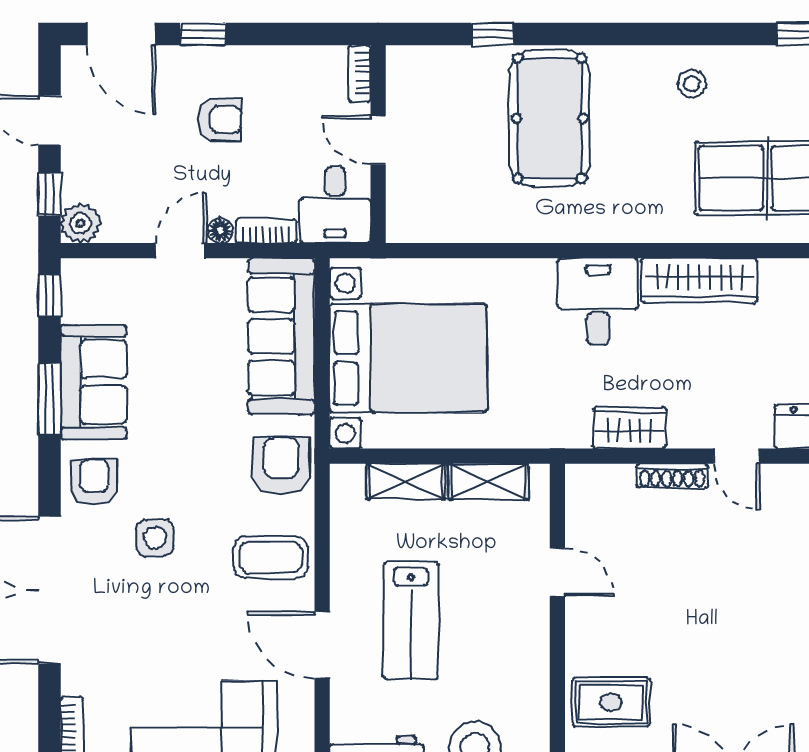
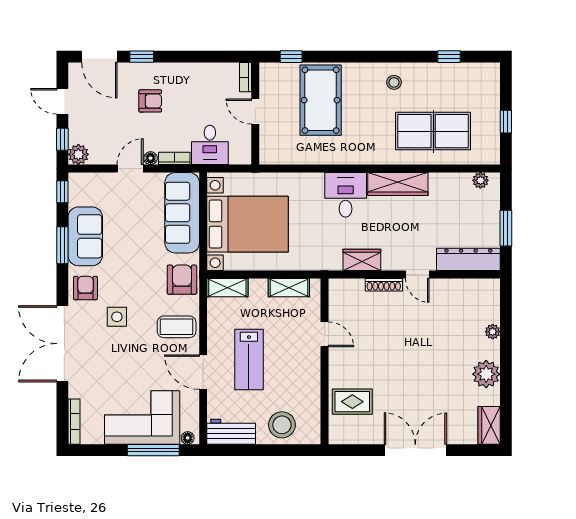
bookcase: (359, 74) -> (245, 77), moved
door: (378, 140) -> (255, 112), moved
wall: (378, 144) -> (255, 114), moved
shelving: (406, 481) -> (227, 288), moved

